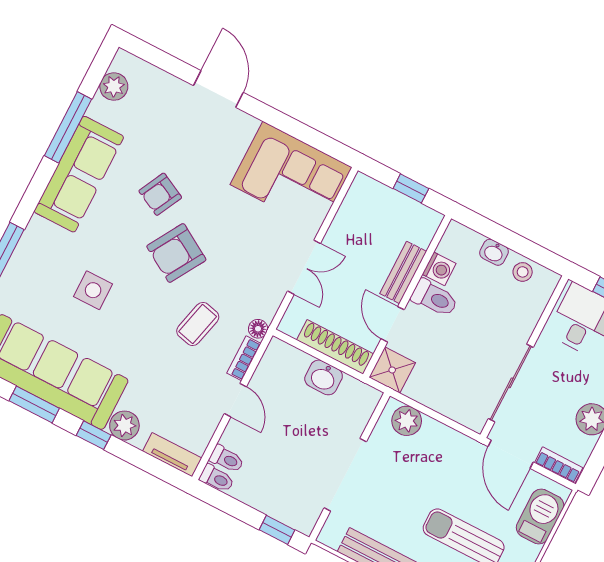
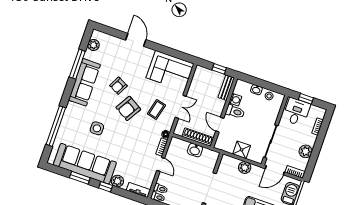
bench: (403, 272) -> (226, 88), moved
coffee table: (198, 324) -> (156, 109), moved
shower: (392, 370) -> (242, 150), moved
plant: (407, 421) -> (245, 168), moved
door: (511, 454) -> (275, 170), hinge flipped

